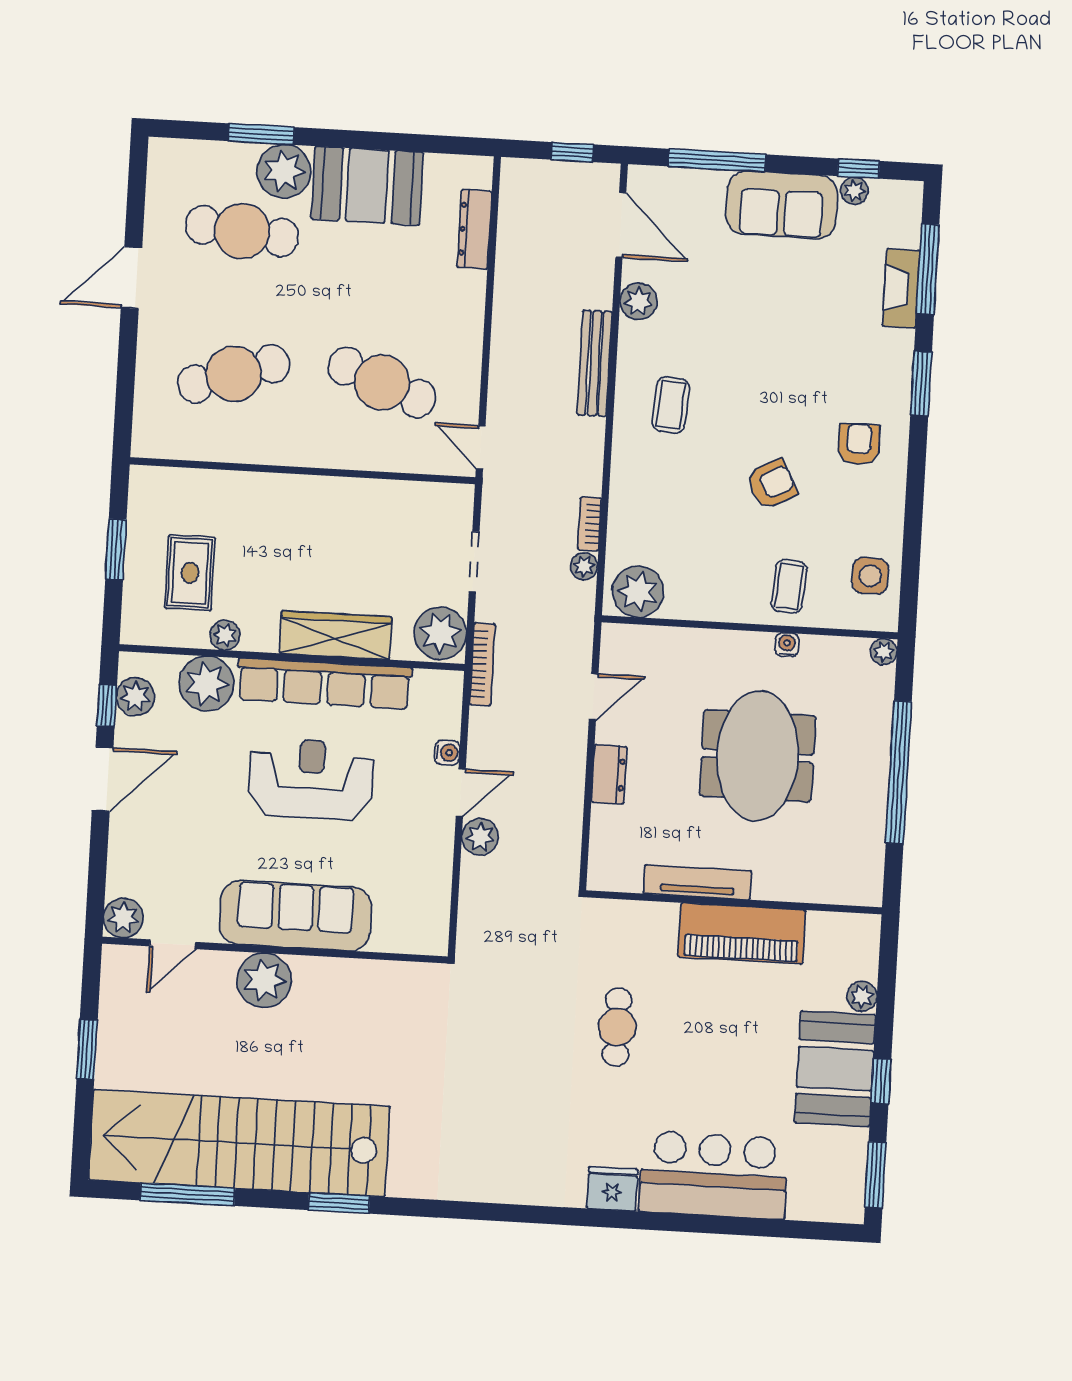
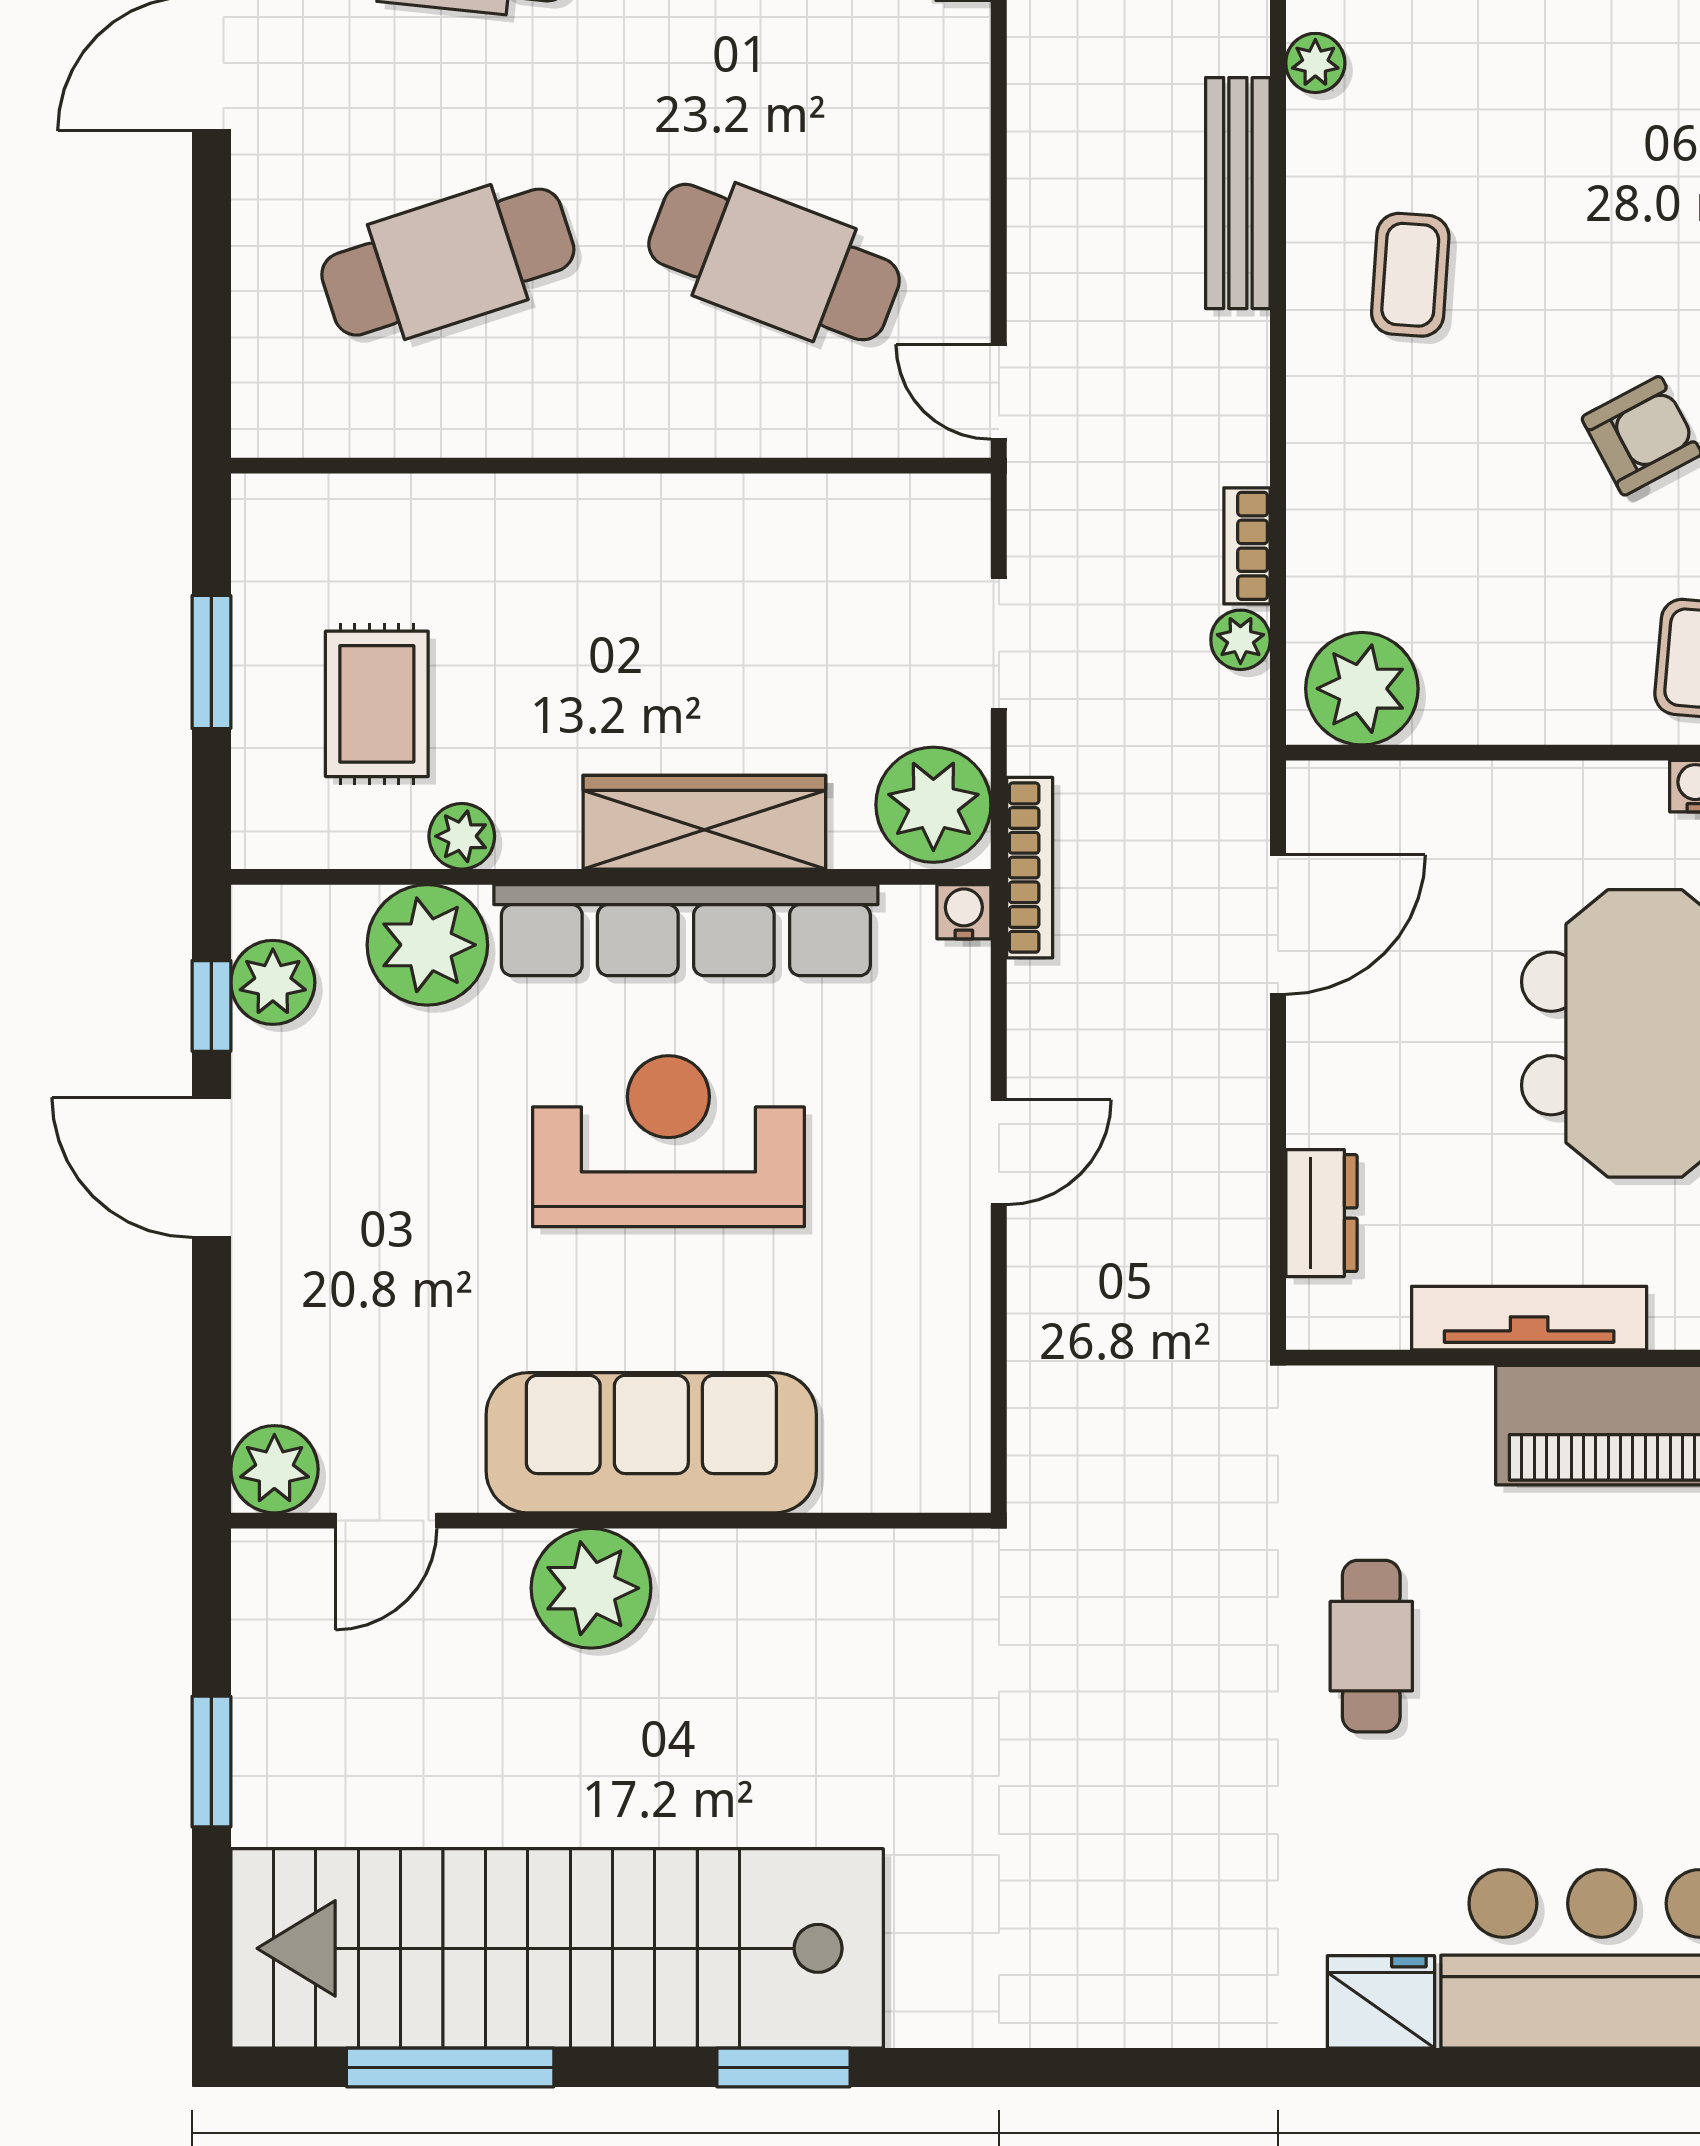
plant: (639, 301) -> (1315, 63), width x0.73, depth x0.73
door: (594, 697) -> (1278, 925), width x1.38
water cooler: (447, 753) -> (964, 912), moved, turned -90
dresser: (609, 774) -> (1321, 1213), moved
door: (103, 779) -> (211, 1167), swing flipped
plant: (480, 837) -> (1047, 1246), removed

